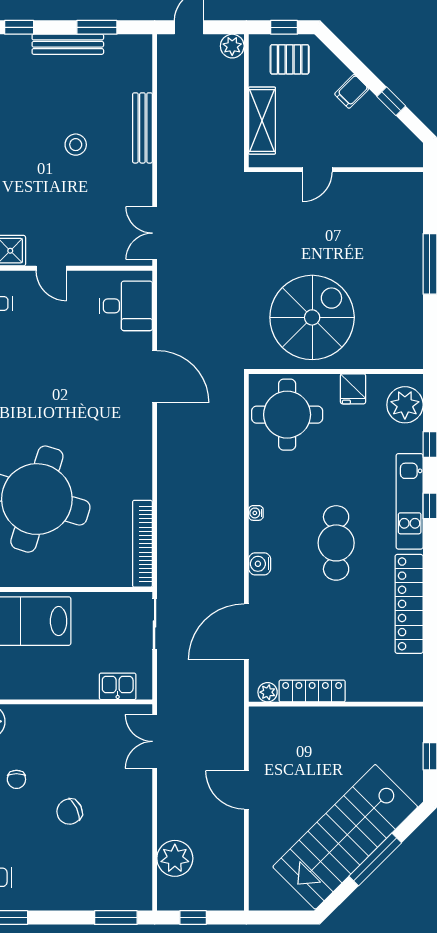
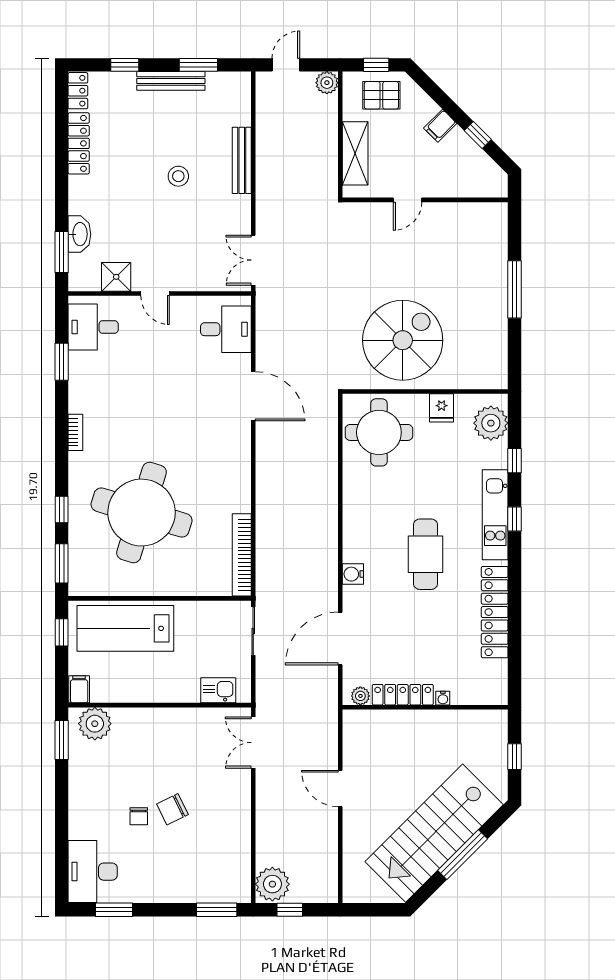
water cooler: (256, 513) -> (443, 698), moved, turned -90
chair: (16, 779) -> (139, 816), moved
plant: (175, 858) -> (272, 884), moved

